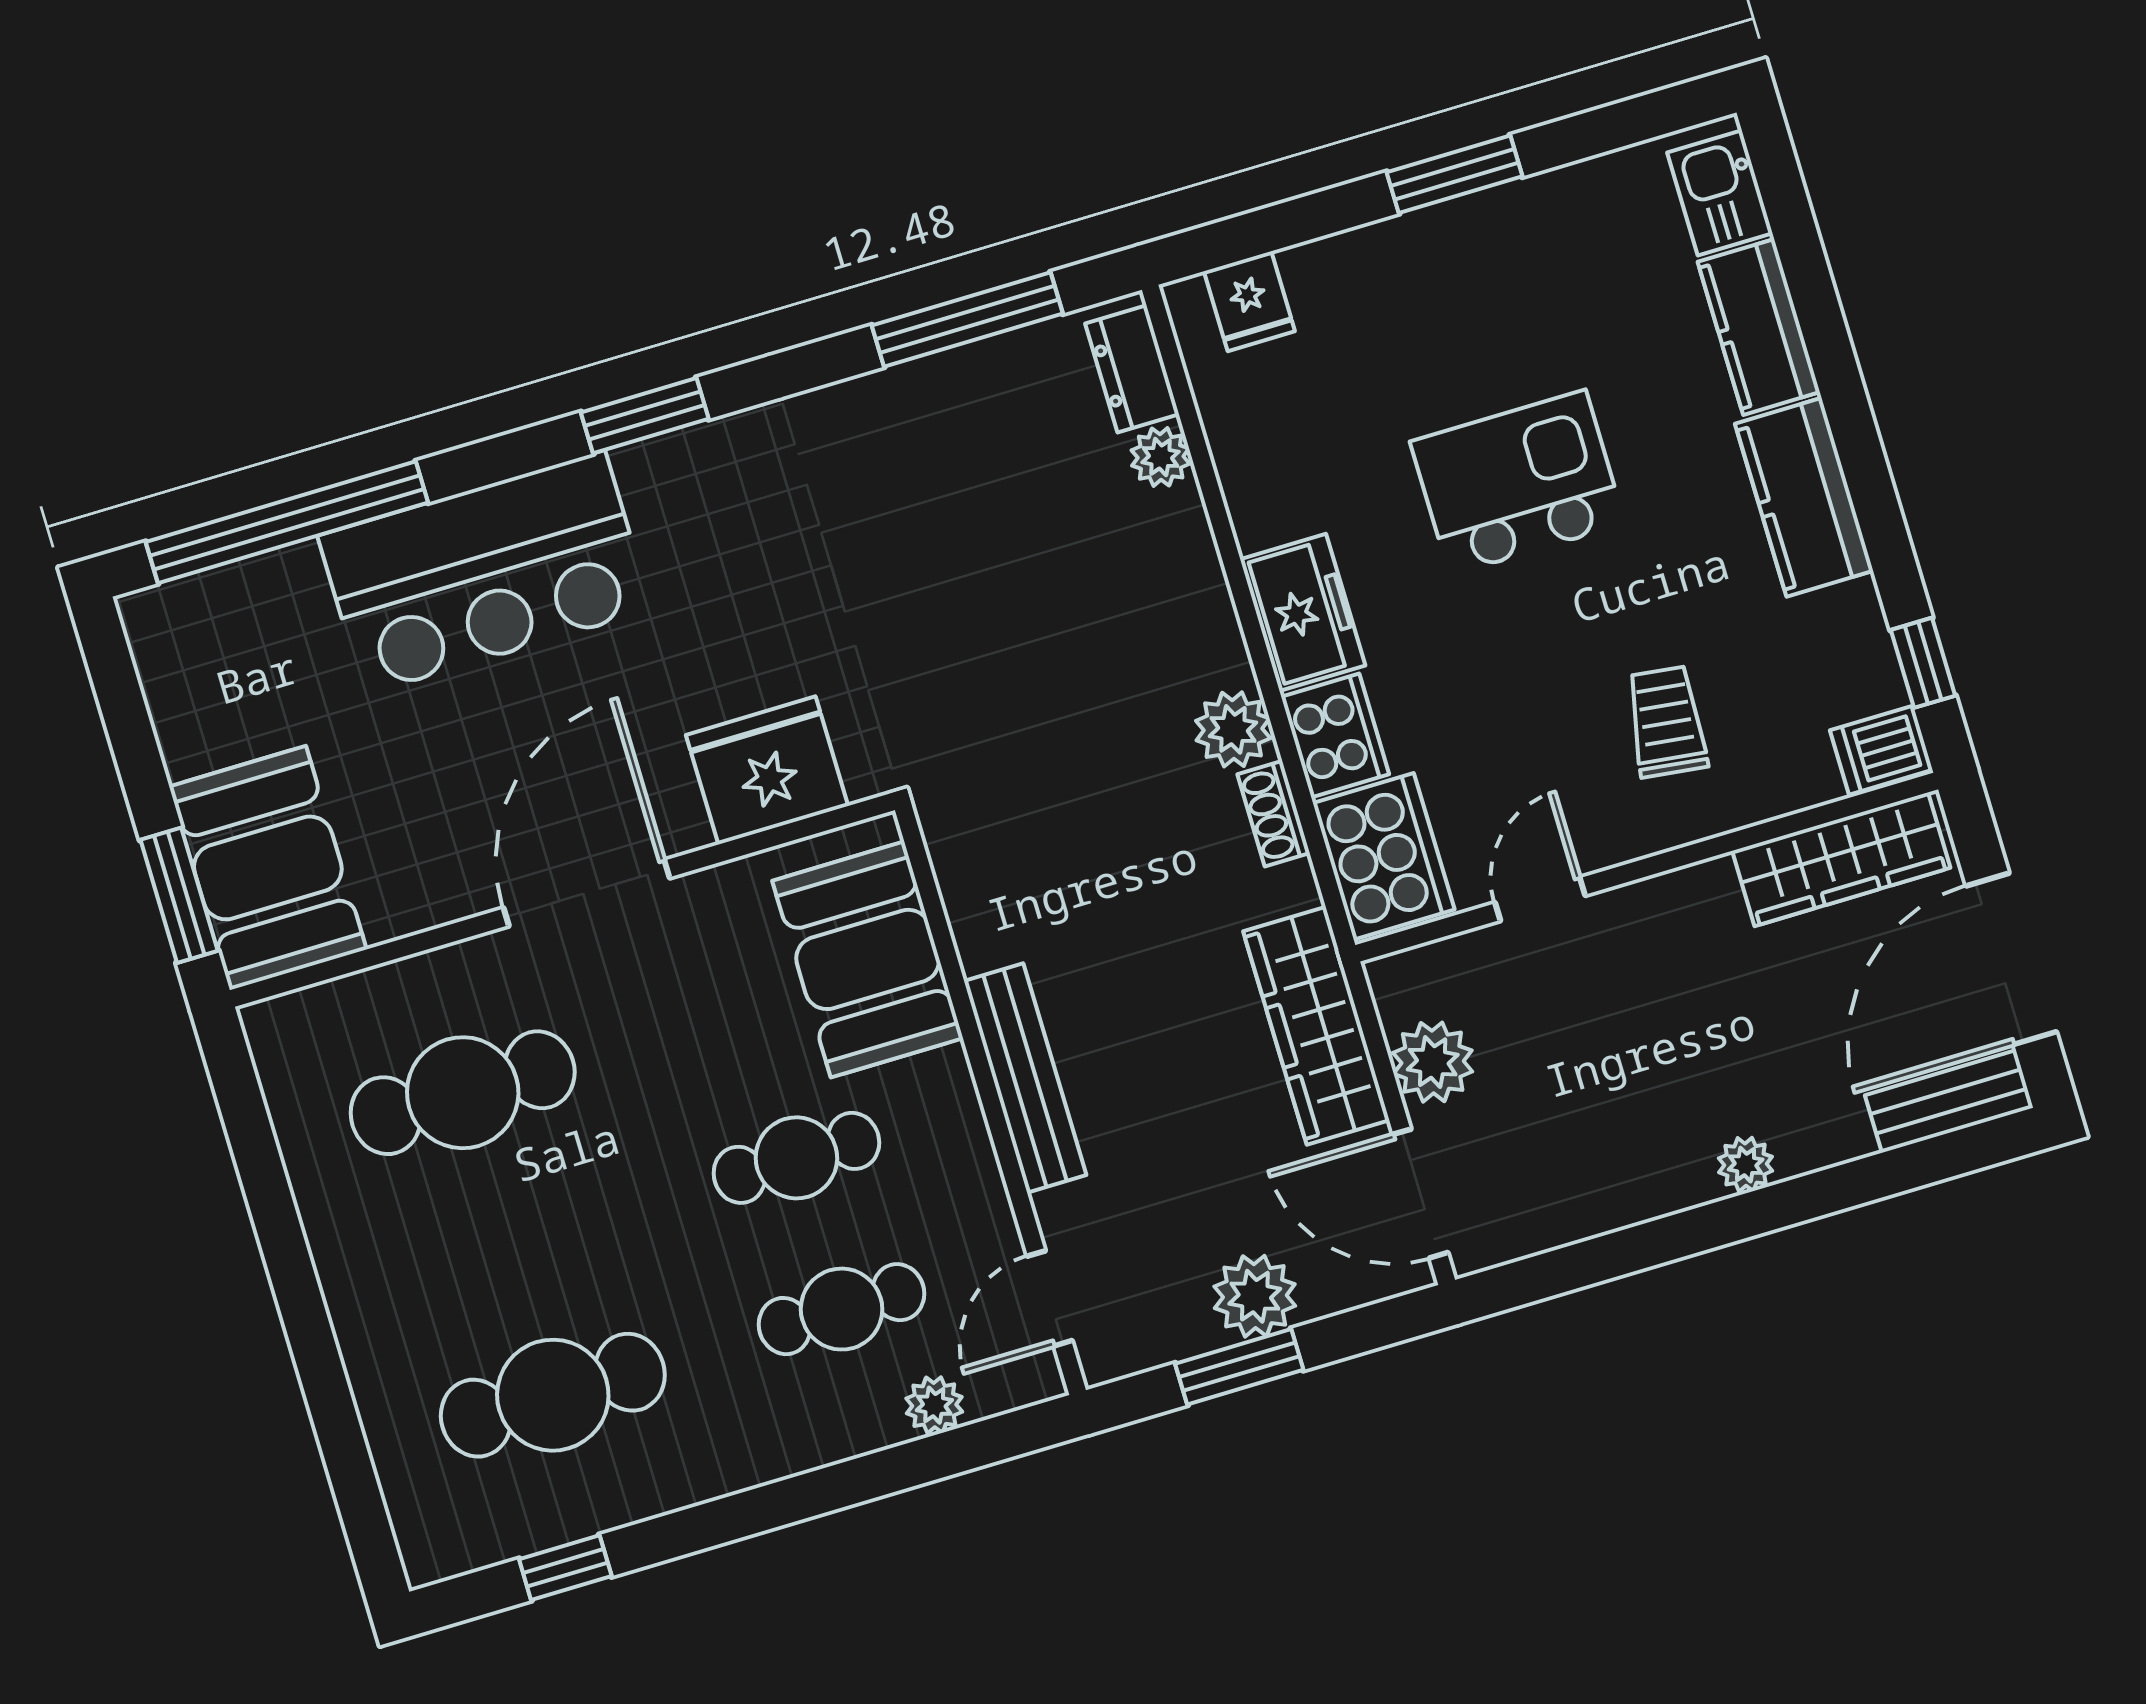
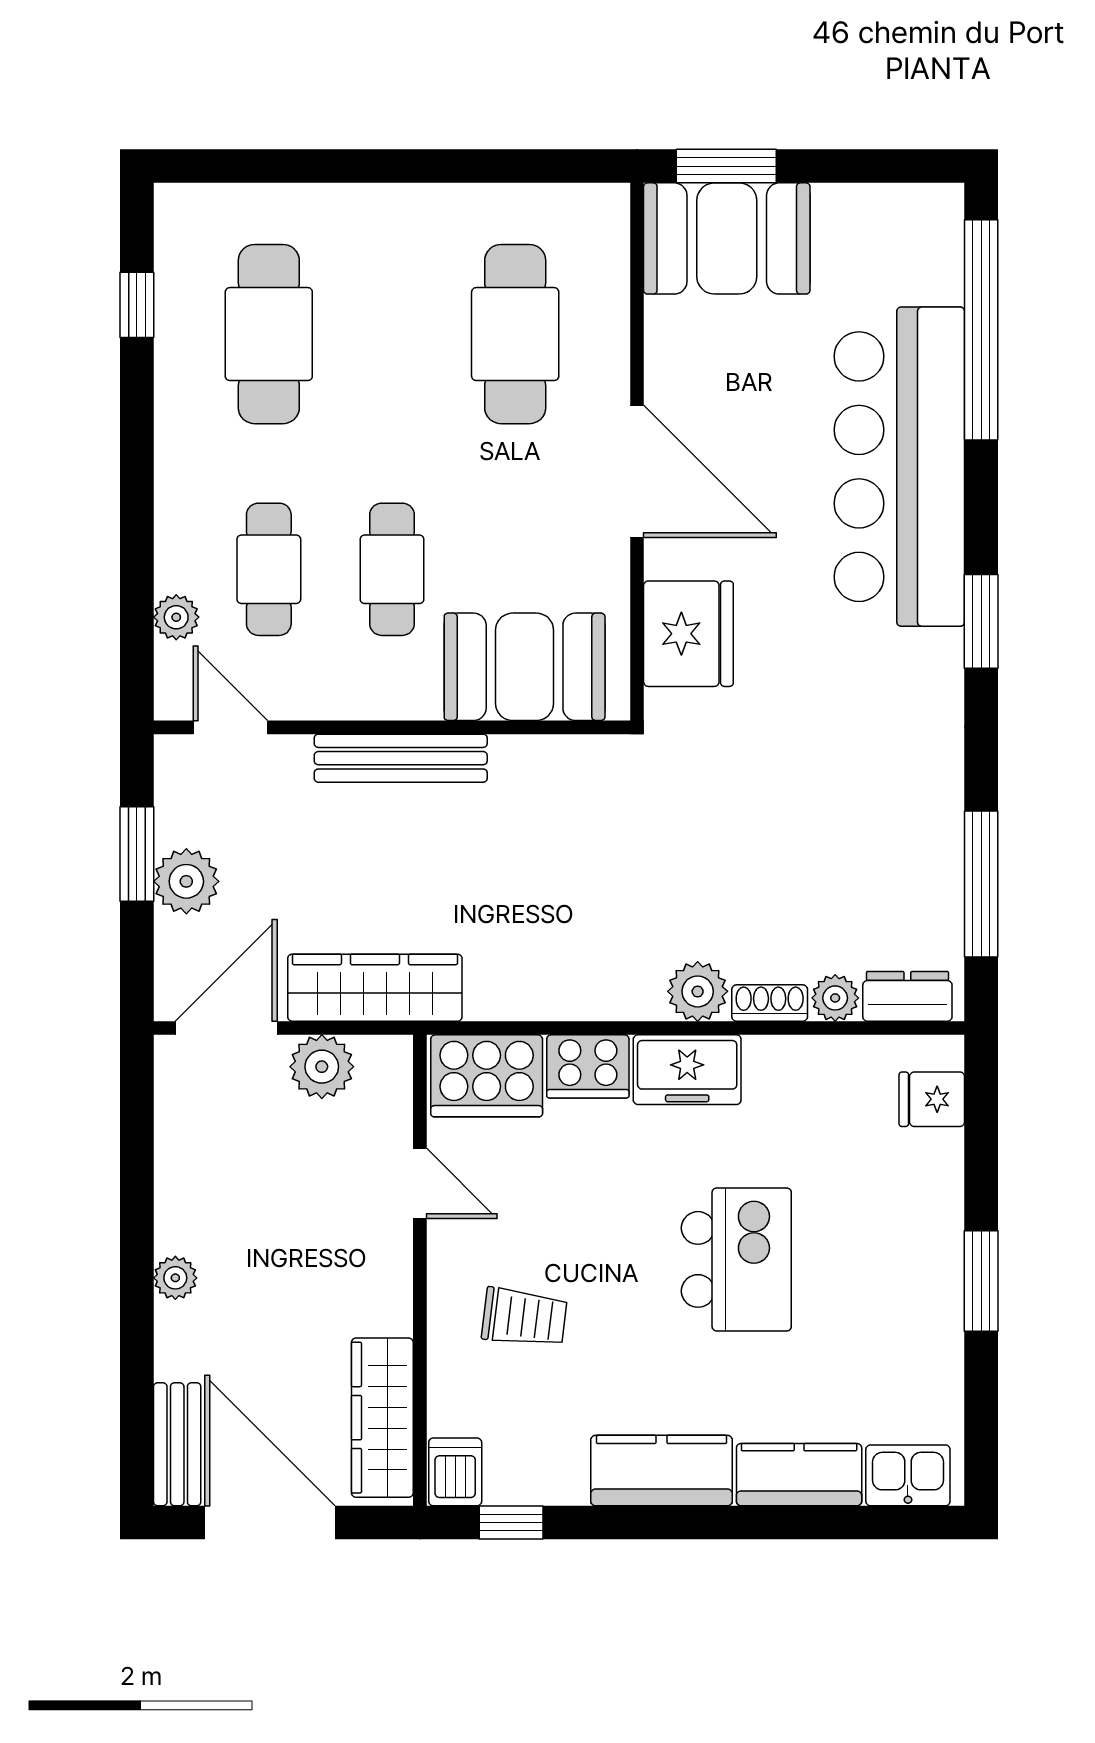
bar counter: (485, 573) -> (899, 467), width x1.36
plant: (1233, 729) -> (698, 991), moved
shoe rack: (1274, 814) -> (770, 1003), moved

